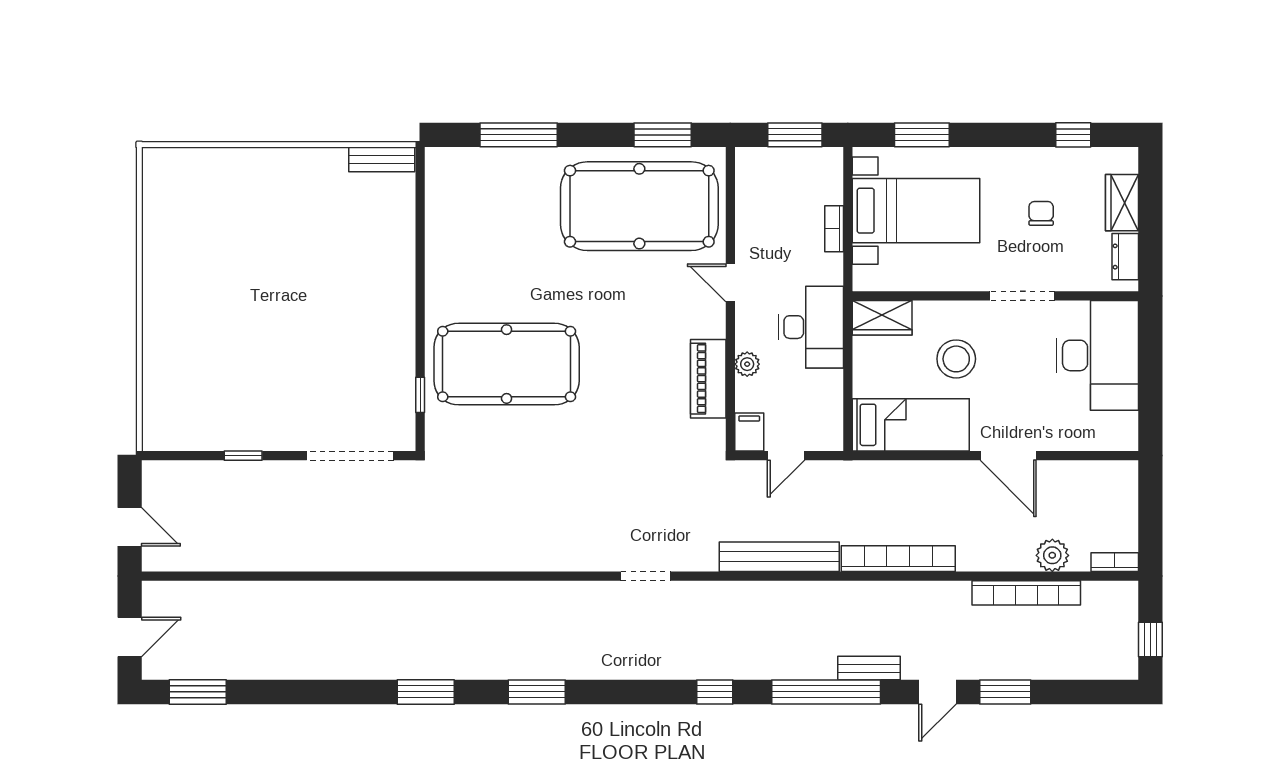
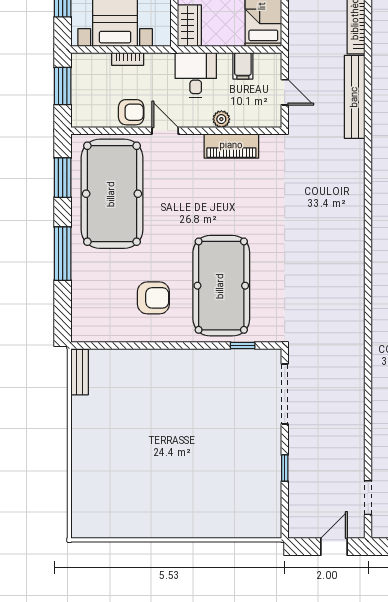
window: (519, 135) -> (63, 254), moved
armchair: (757, 234) -> (131, 112), added
armchair: (489, 266) -> (153, 298), added
door: (730, 283) -> (165, 131), swing flipped
desk: (811, 327) -> (196, 75), width x0.73
filing cabinet: (749, 432) -> (243, 66), moved, turned -90
doorway: (646, 576) -> (368, 498), moved

